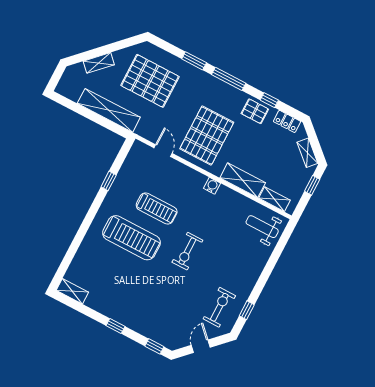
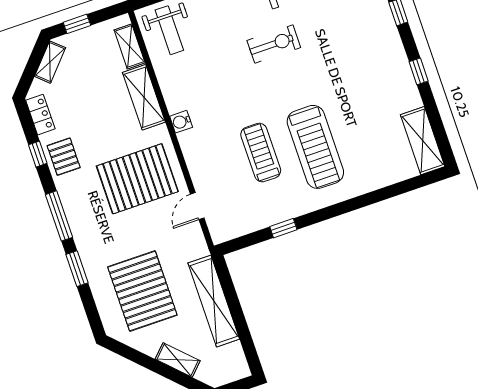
treadmill: (132, 238) -> (315, 147), turned 180
exercise bike: (187, 251) -> (274, 44), moved
shelving: (72, 291) -> (423, 141), width x1.50, depth x1.33

